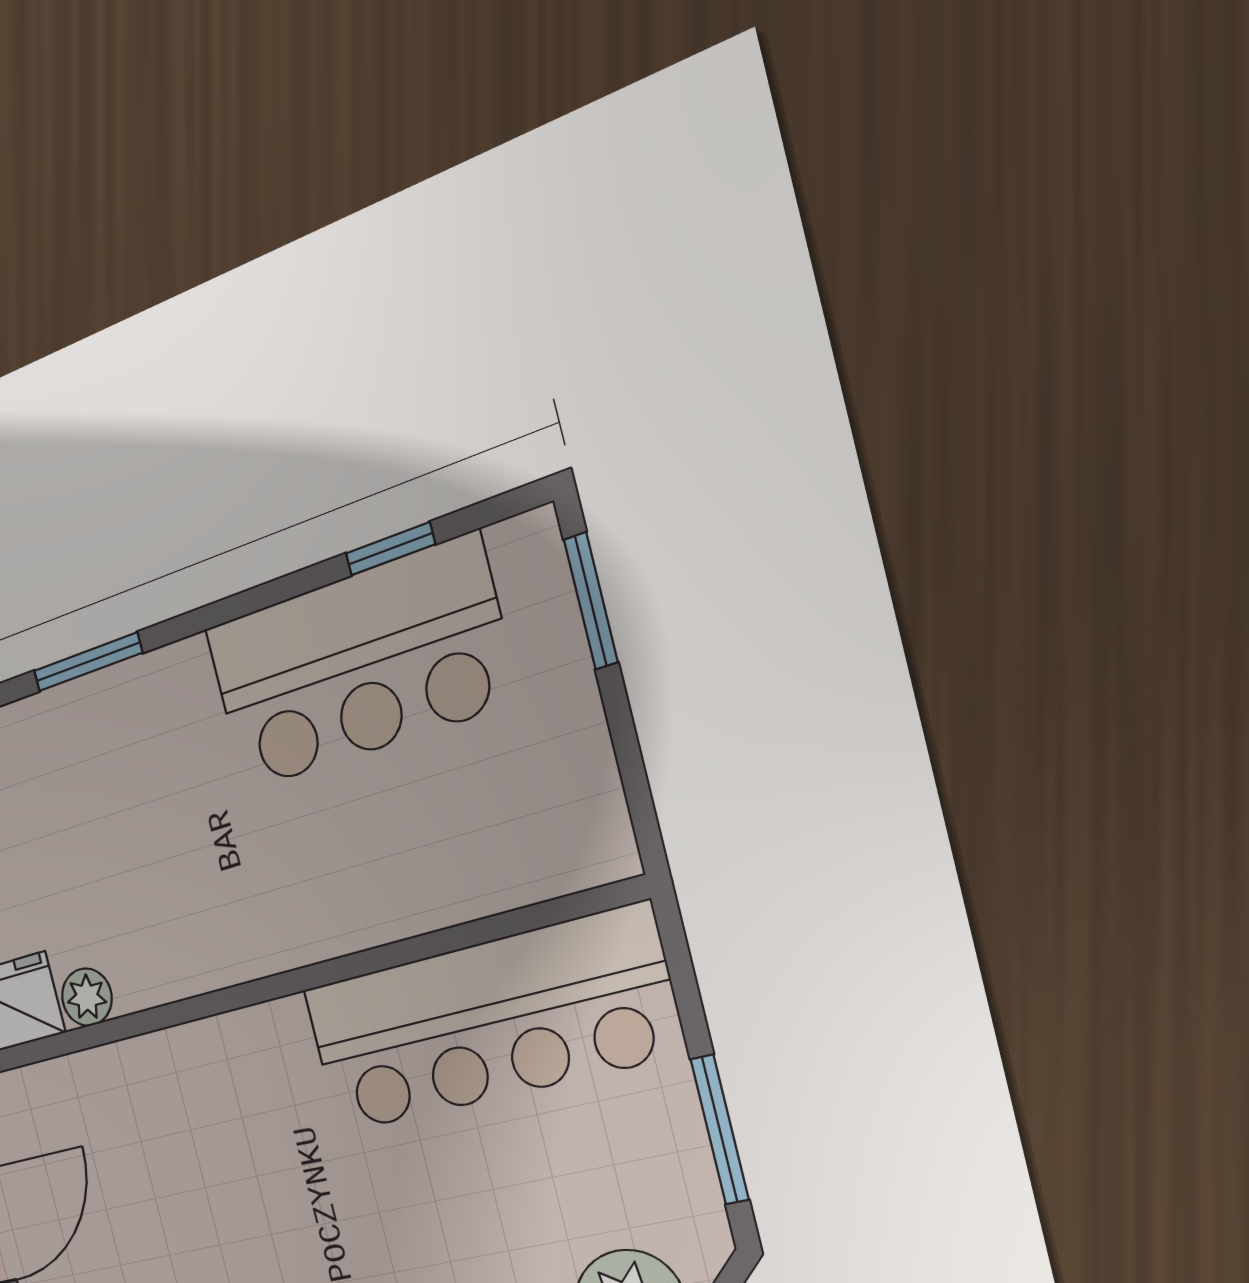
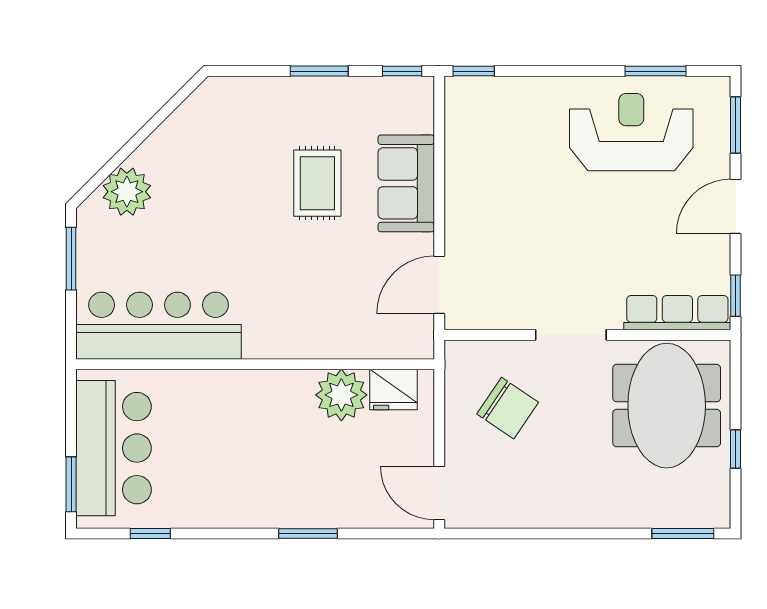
bar counter: (358, 664) -> (114, 448), moved, turned 90
plant: (87, 997) -> (341, 395), width x1.87, depth x1.87

